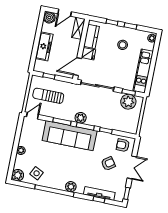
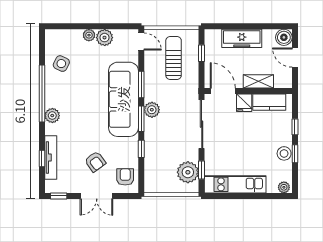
shelving: (78, 28) -> (258, 81), moved
stool: (123, 45) -> (284, 153), moved
plant: (18, 175) -> (105, 38), moved

